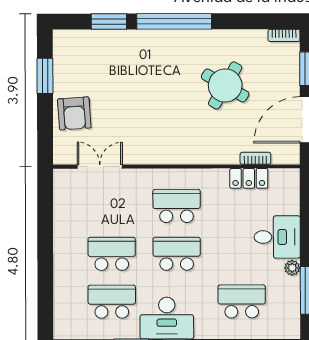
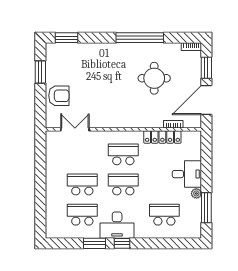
window: (174, 21) -> (140, 38), moved
window: (109, 22) -> (66, 38), moved
round table: (225, 85) -> (154, 78), turned -30
armchair: (74, 113) -> (59, 96), turned -86
locker: (249, 178) -> (162, 137), width x1.53

